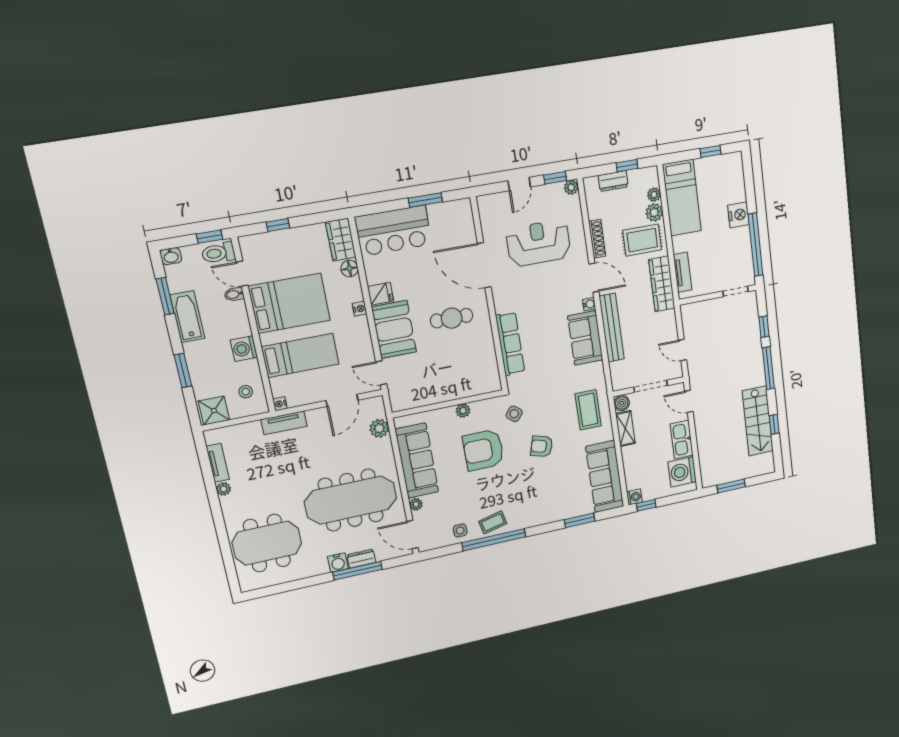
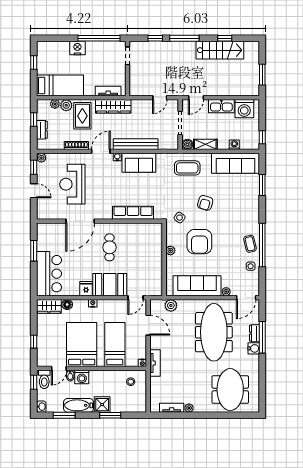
washing machine: (244, 349) -> (82, 377), moved
shower: (214, 411) -> (102, 405), moved
washing machine: (634, 497) -> (234, 145), moved

